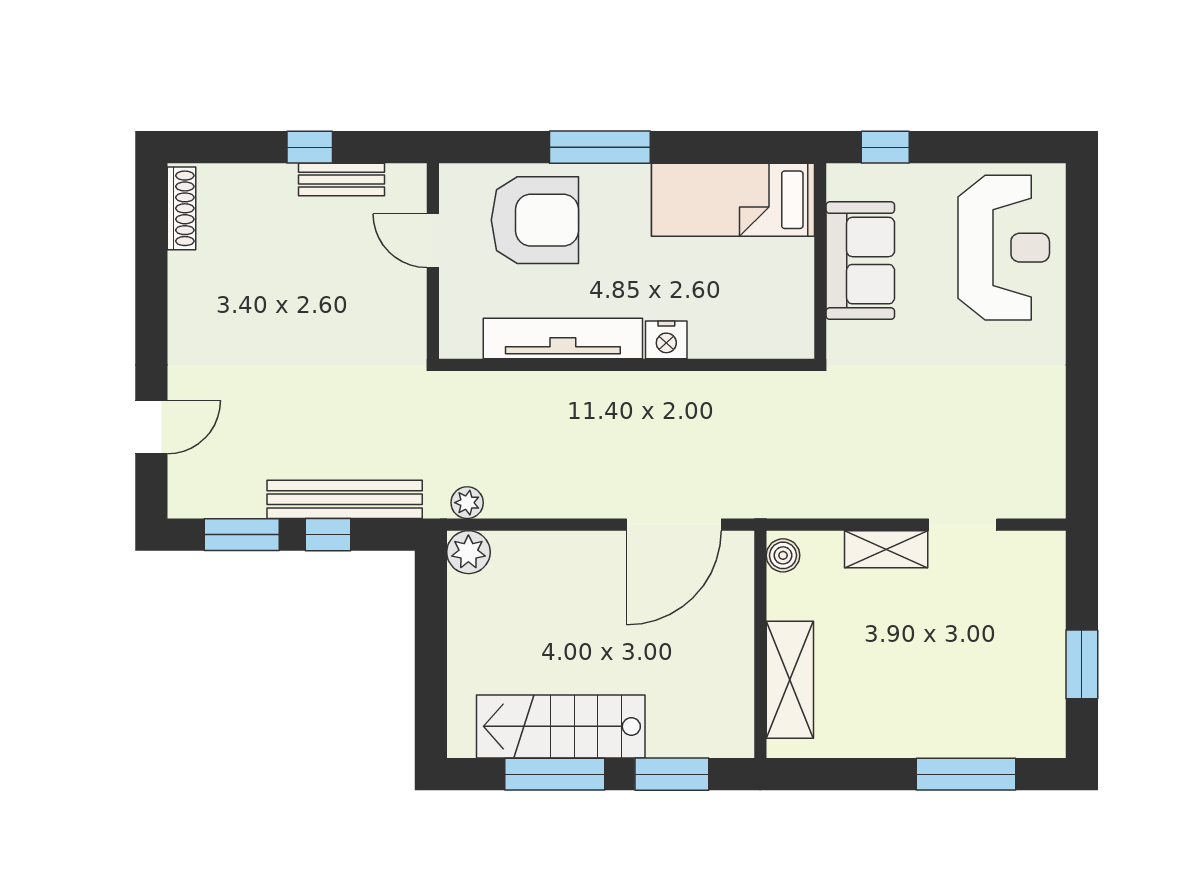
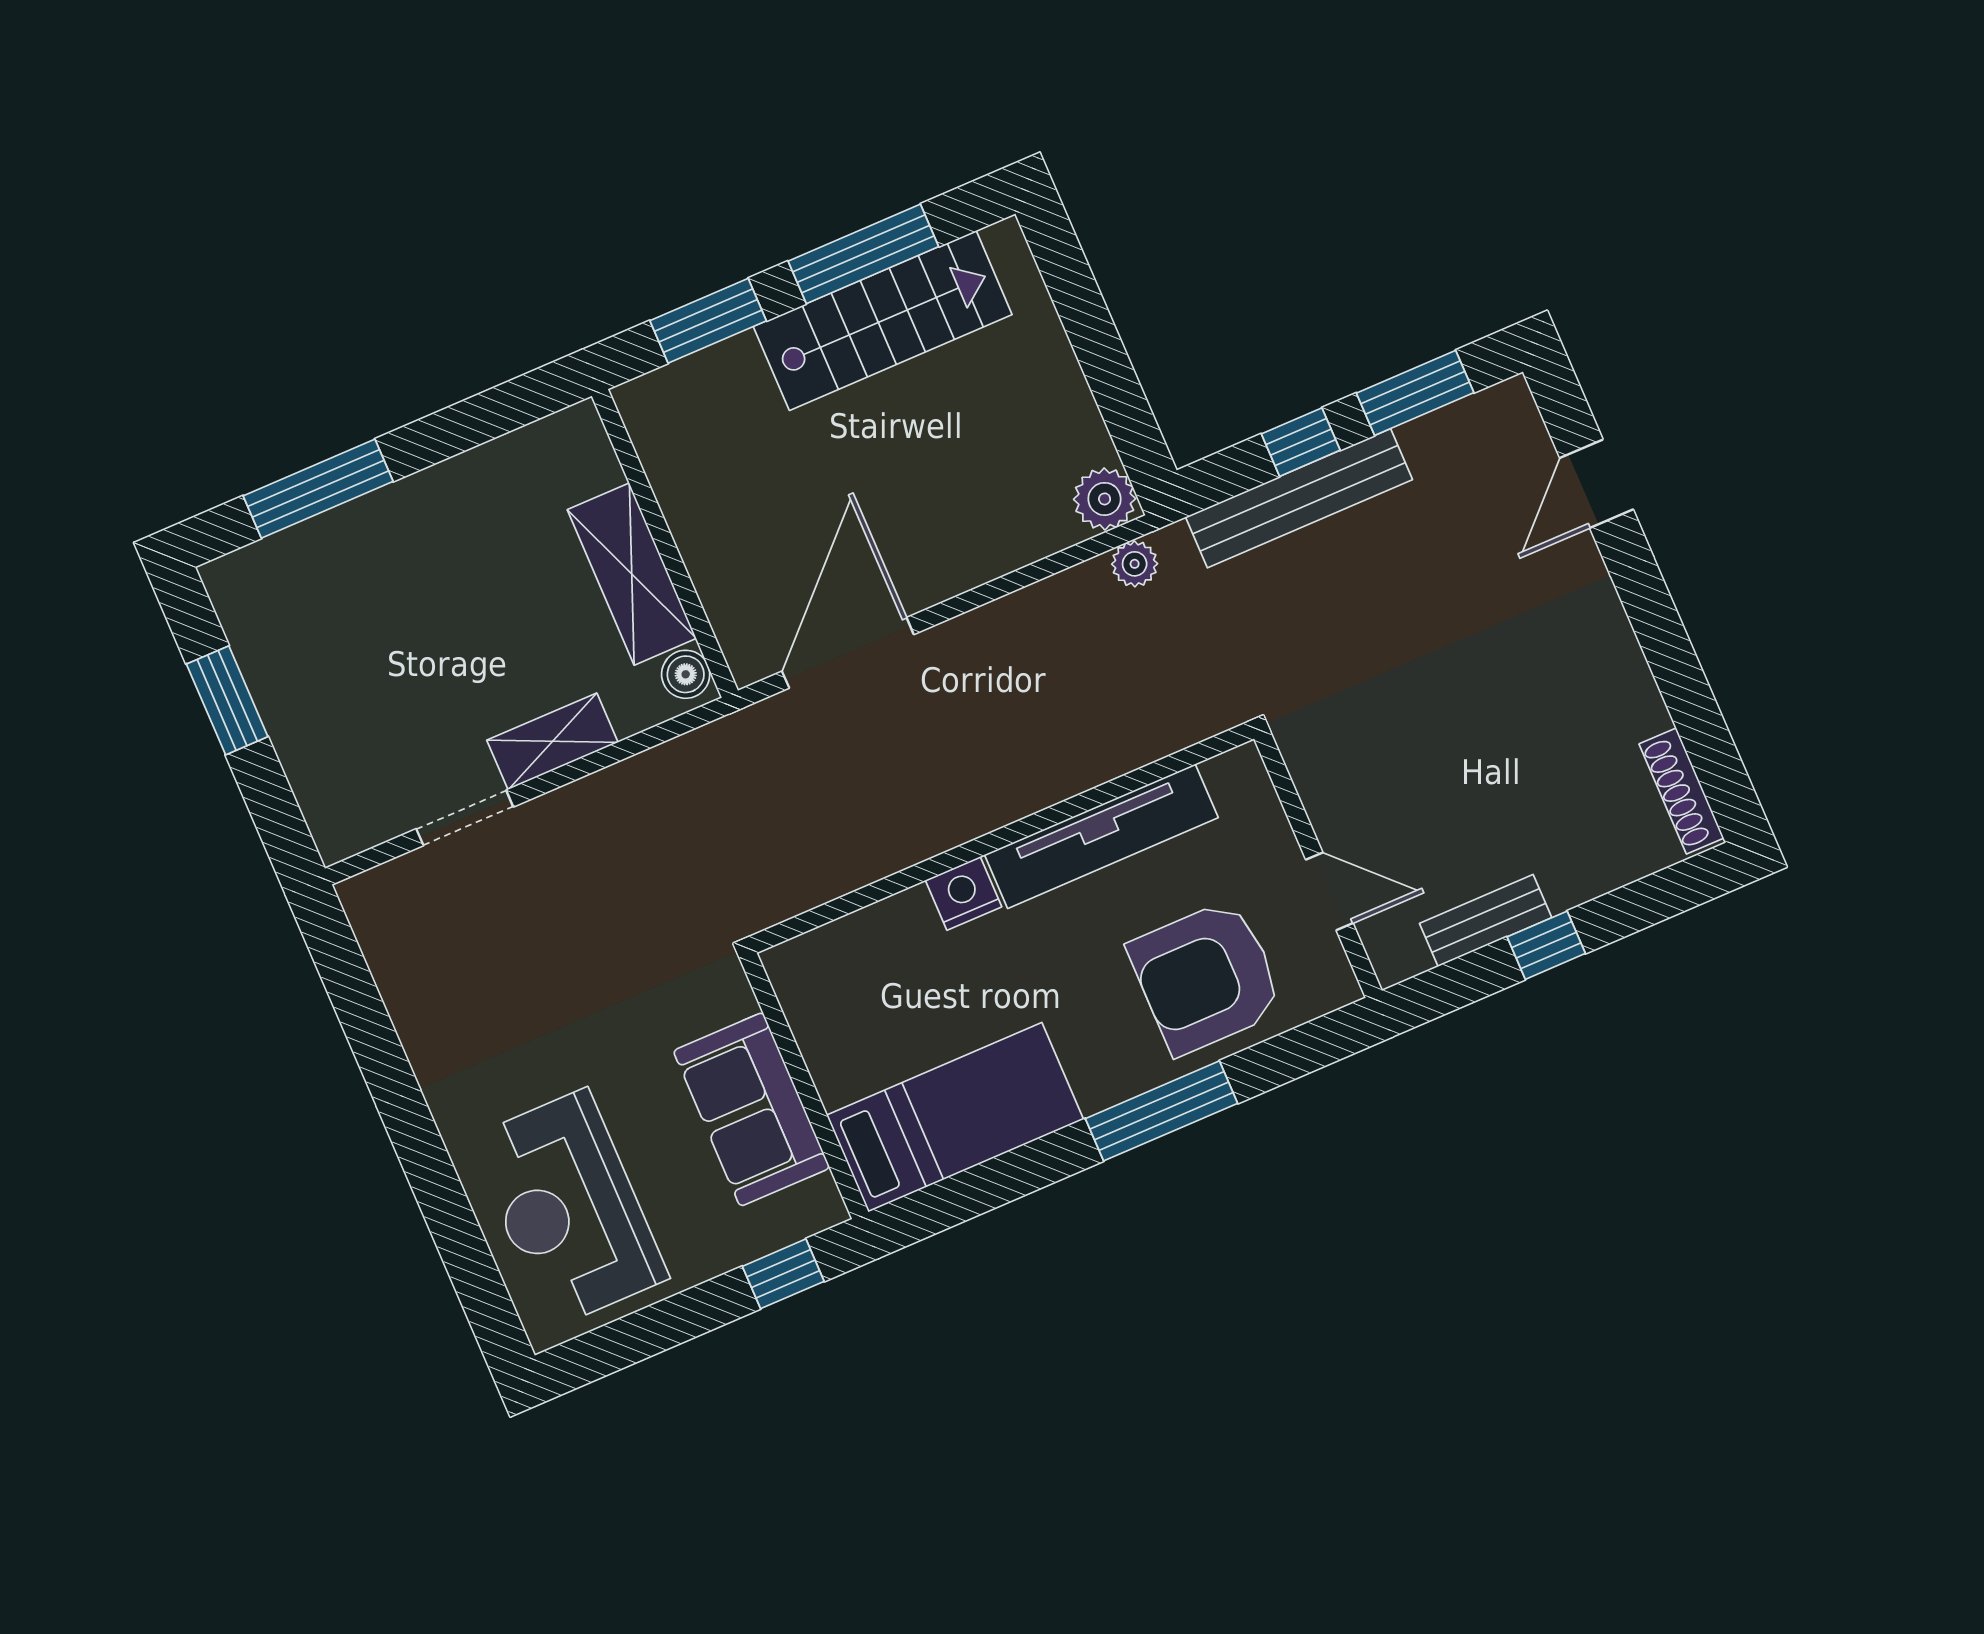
shelving: (790, 680) -> (632, 574), moved

